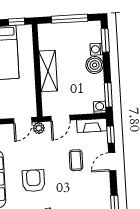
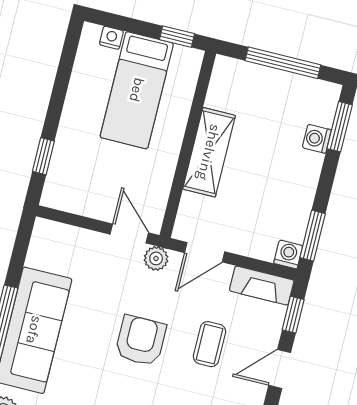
boiler: (95, 65) -> (304, 169), removed
door: (23, 120) -> (129, 234), swing flipped
armchair: (34, 181) -> (141, 341), moved

